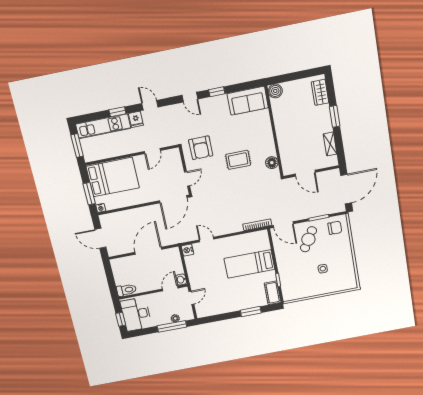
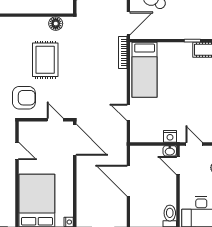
rug: (238, 160) -> (45, 60), width x1.36, depth x1.43
door: (207, 239) -> (128, 112), hinge flipped
nightstand: (187, 250) -> (170, 136), moved
bed: (249, 264) -> (145, 70), moved

